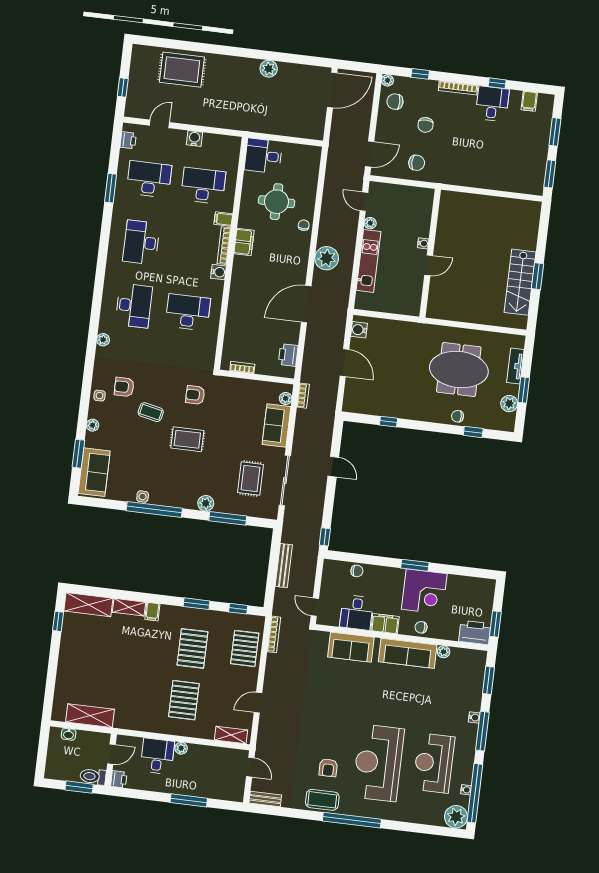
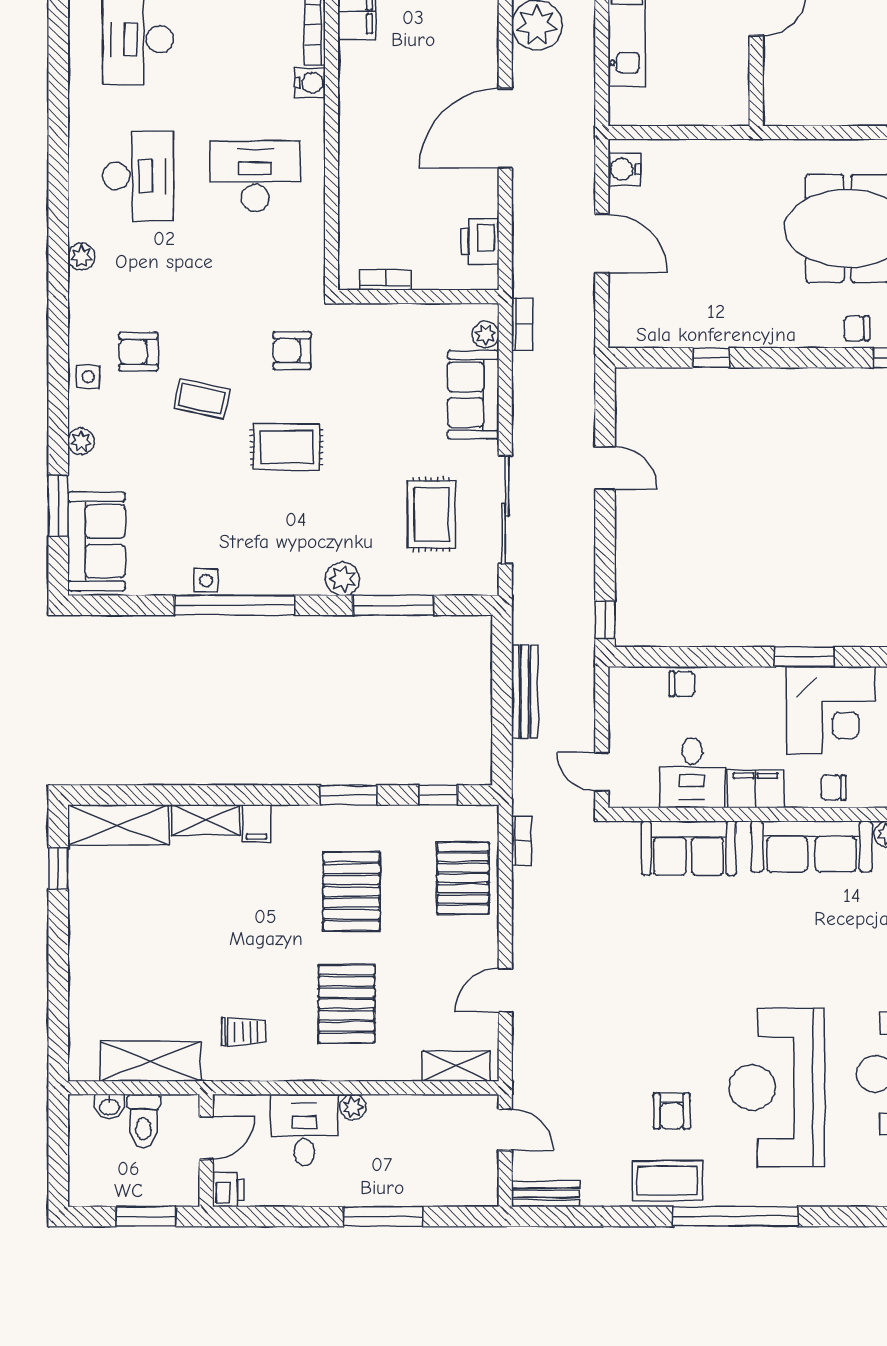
bookcase: (274, 634) -> (522, 841), width x0.64
trolley: (135, 707) -> (244, 1032), added
toilet: (93, 777) -> (144, 1121), moved, turned -90

